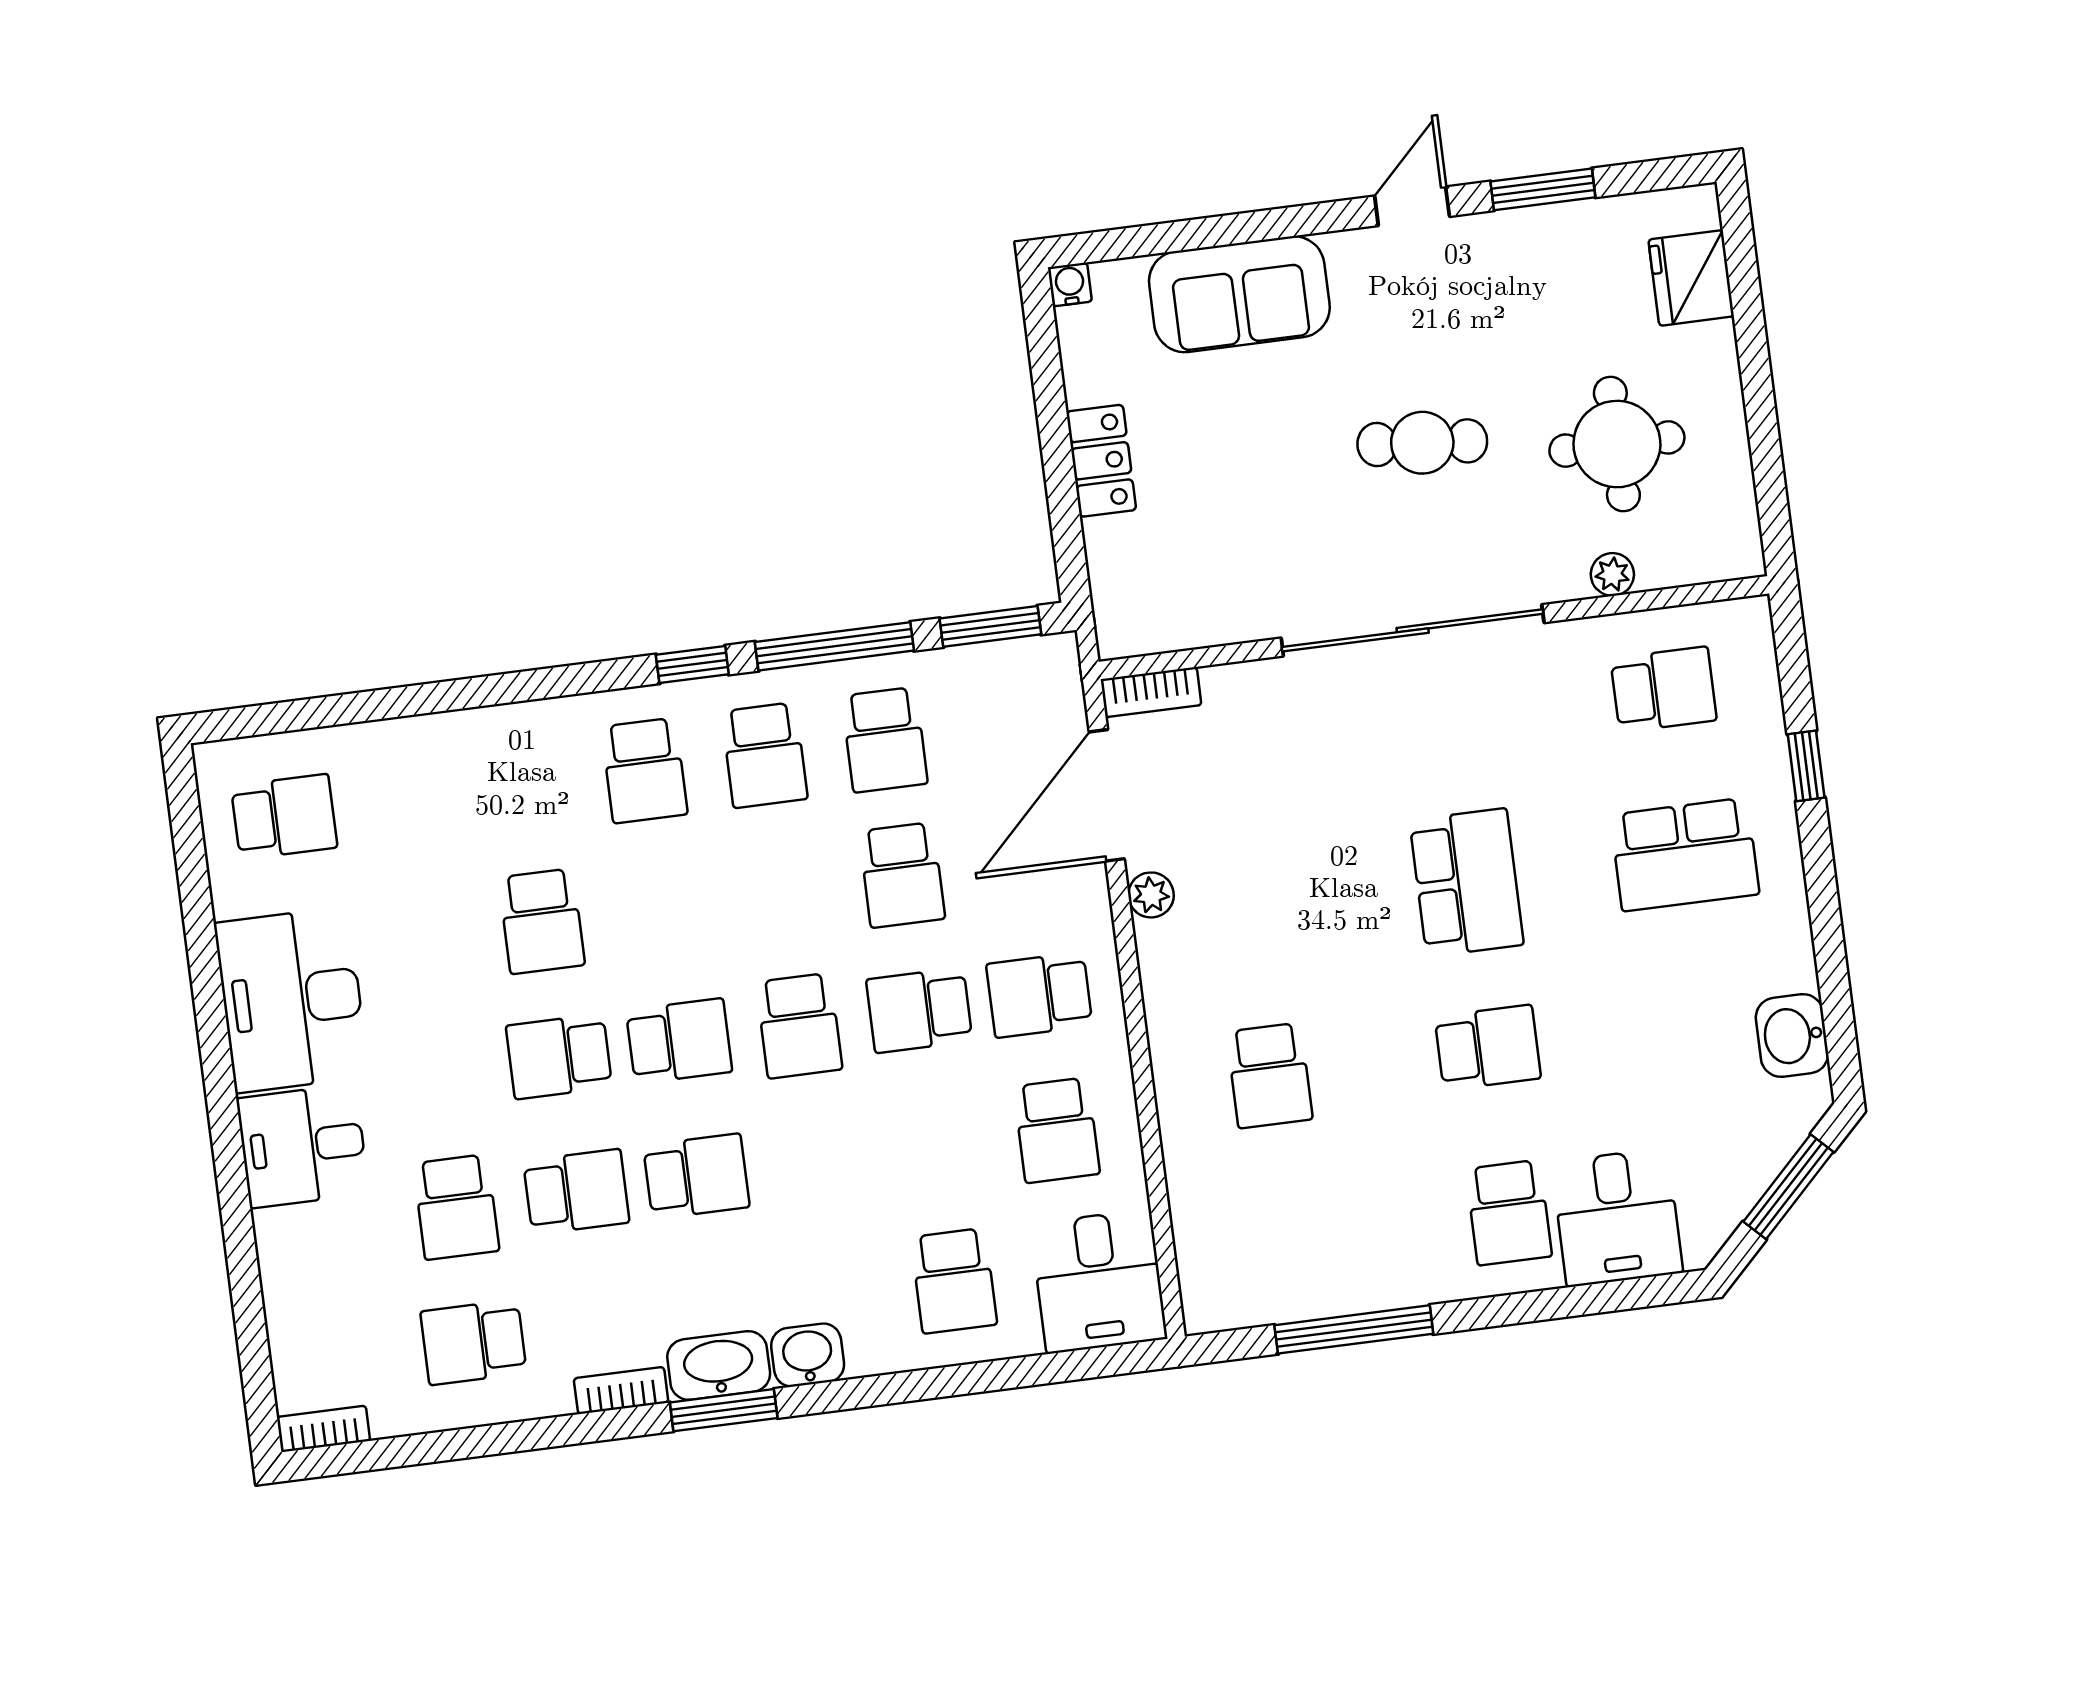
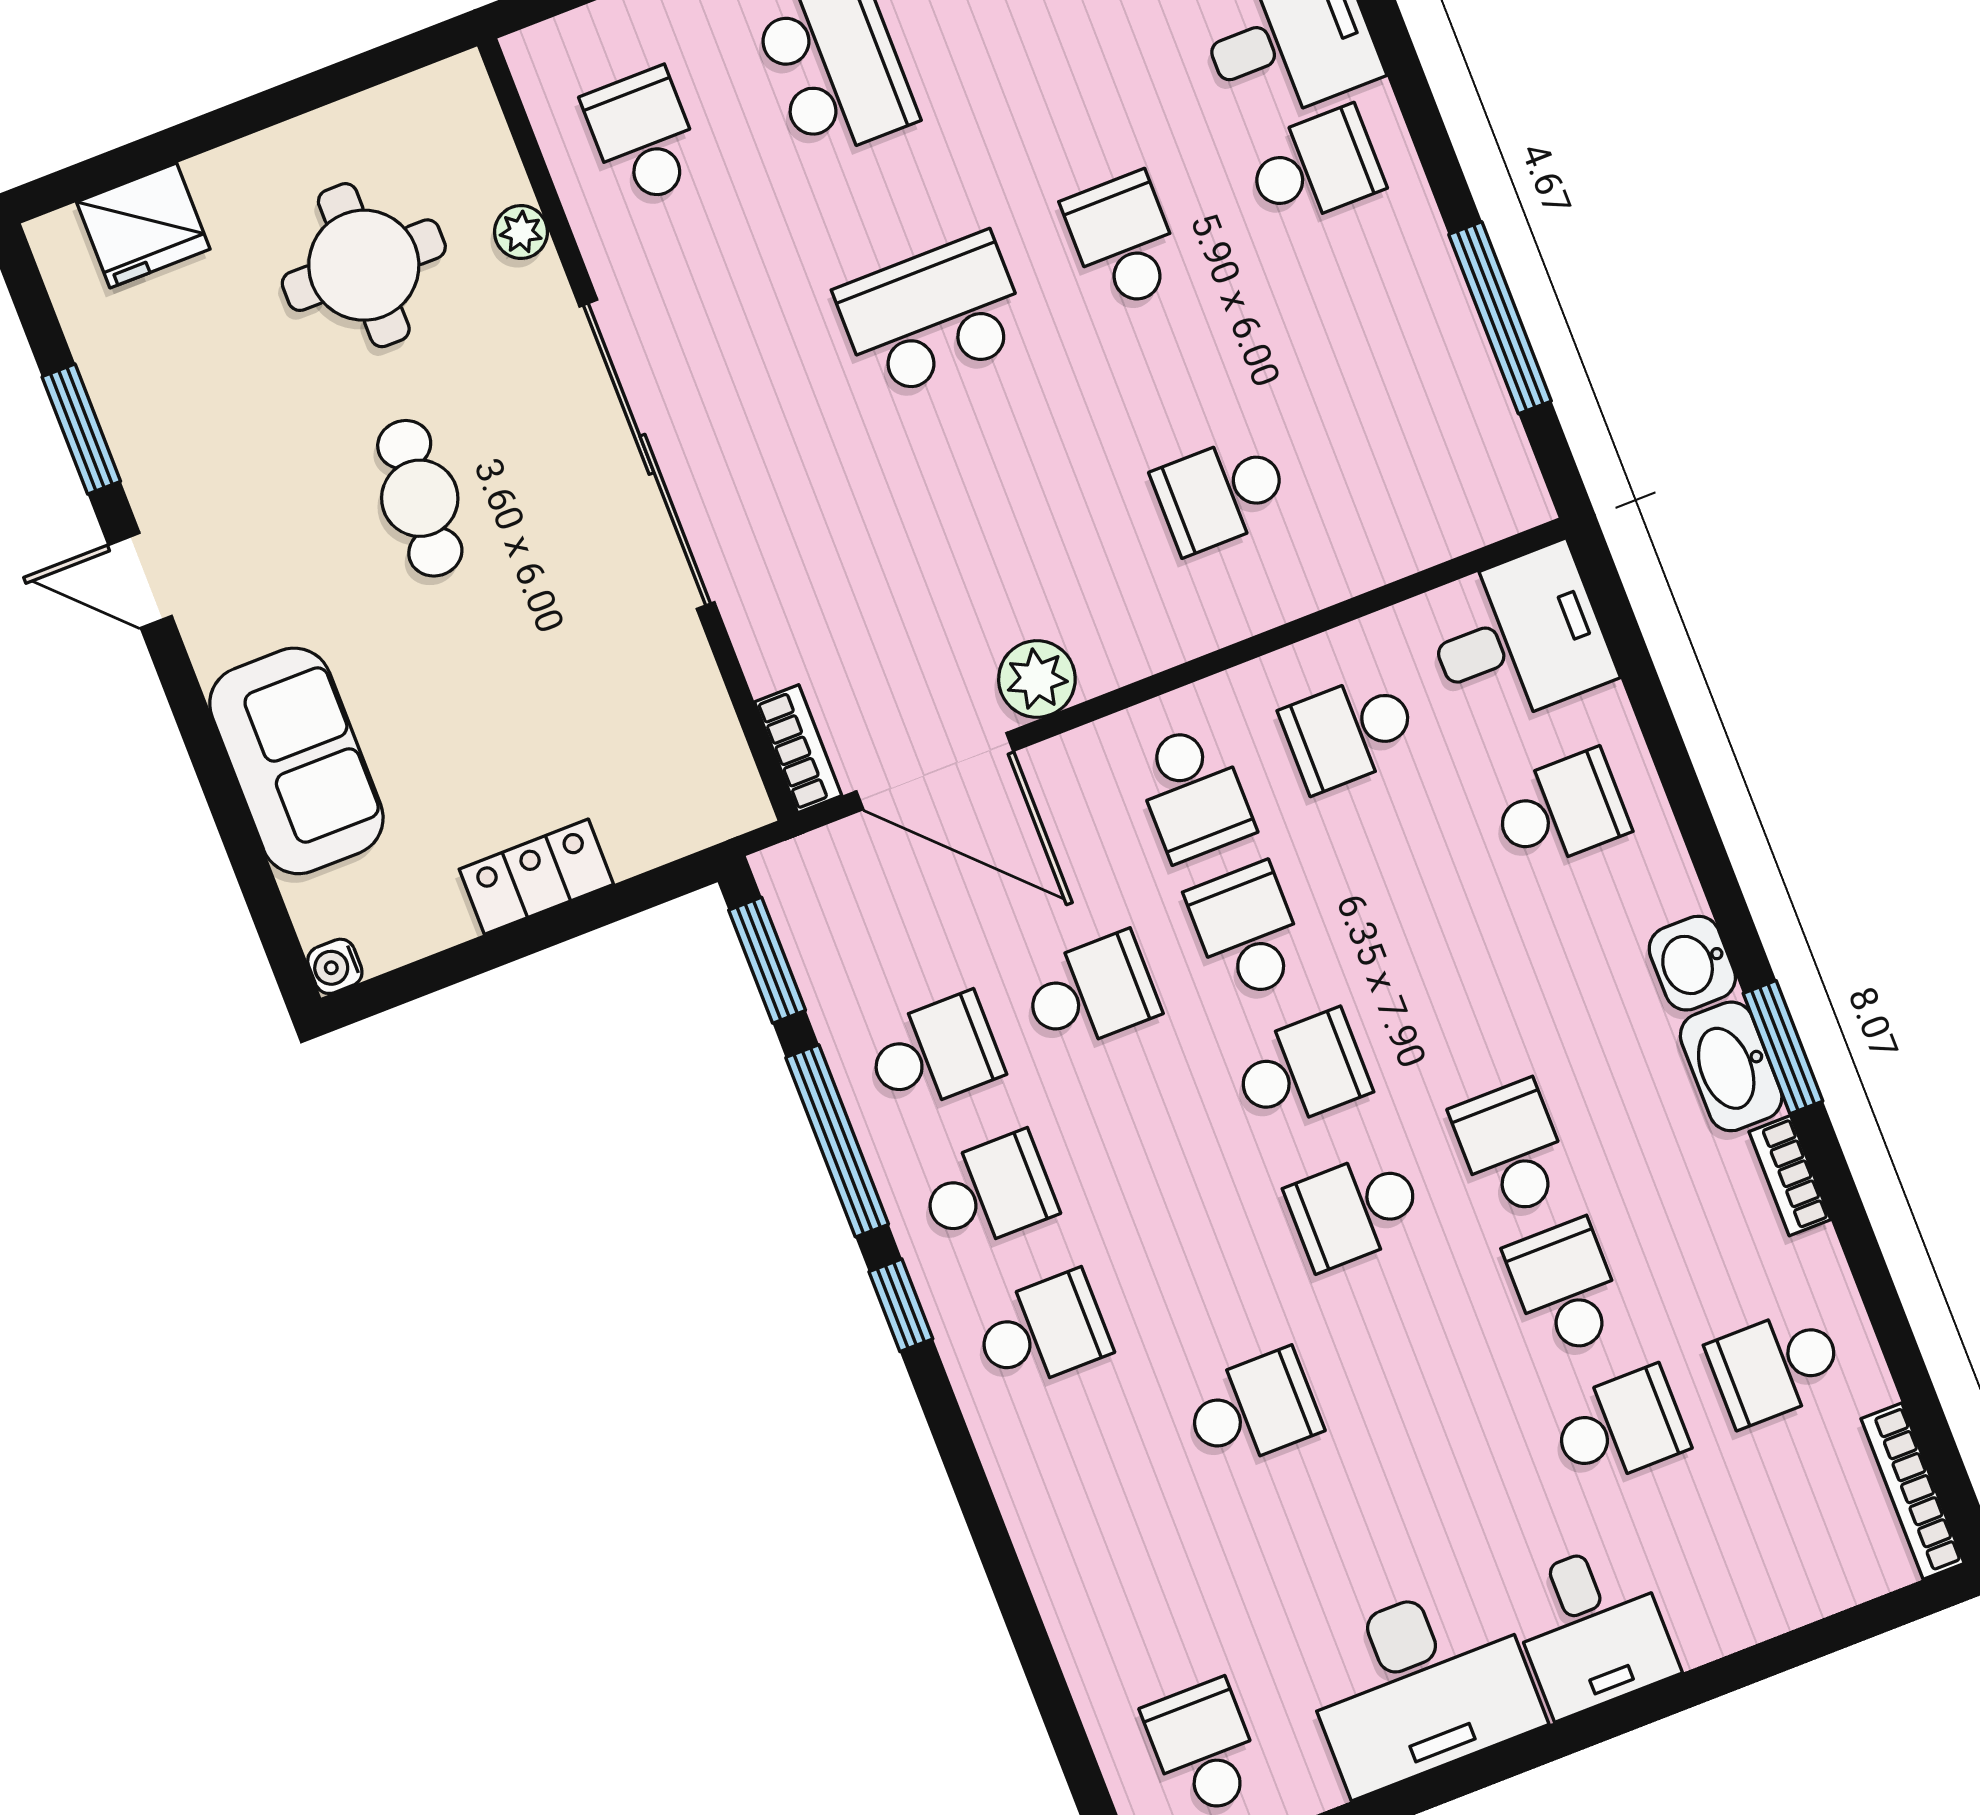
plant: (1151, 895) -> (1037, 679), width x1.38, depth x1.38
school desk: (919, 1010) -> (1247, 932), turned 180
school desk: (679, 1041) -> (1355, 1210), turned -90
school desk: (559, 1056) -> (1409, 1349), removed
school desk: (1270, 1075) -> (1221, 494), turned 180
school desk: (1057, 1130) -> (1350, 732), turned 180
school desk: (474, 1342) -> (1776, 1366), turned 90
bookcase: (324, 1429) -> (1913, 1491), width x1.56

